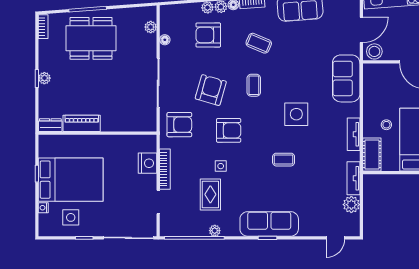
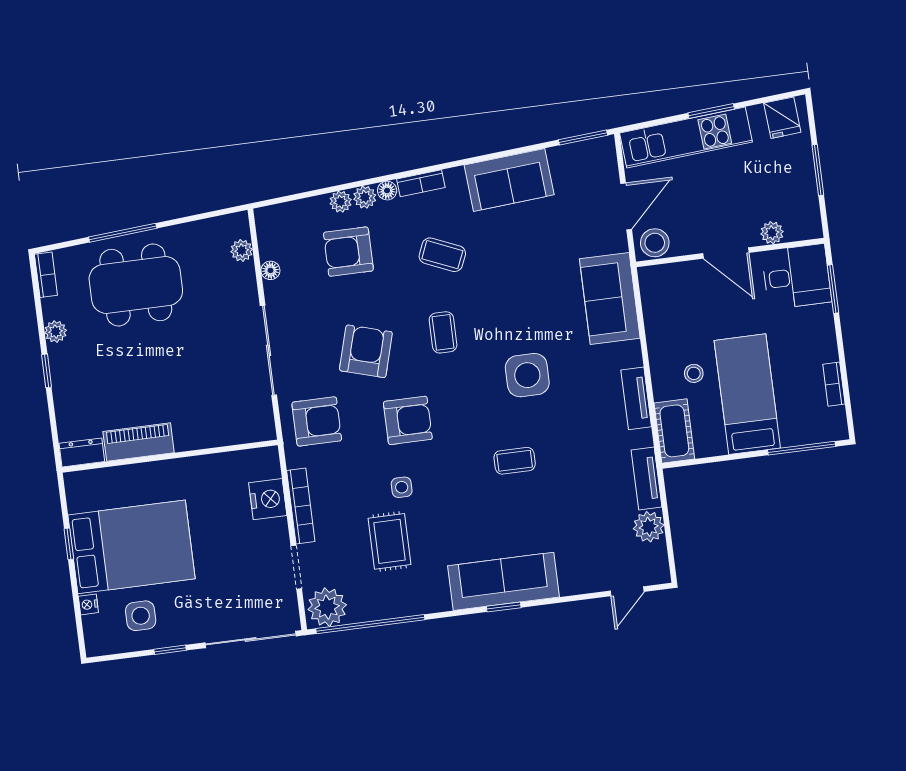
plant: (44, 78) -> (56, 332), moved
plant: (215, 231) -> (327, 607), moved, width x1.87, depth x1.87

